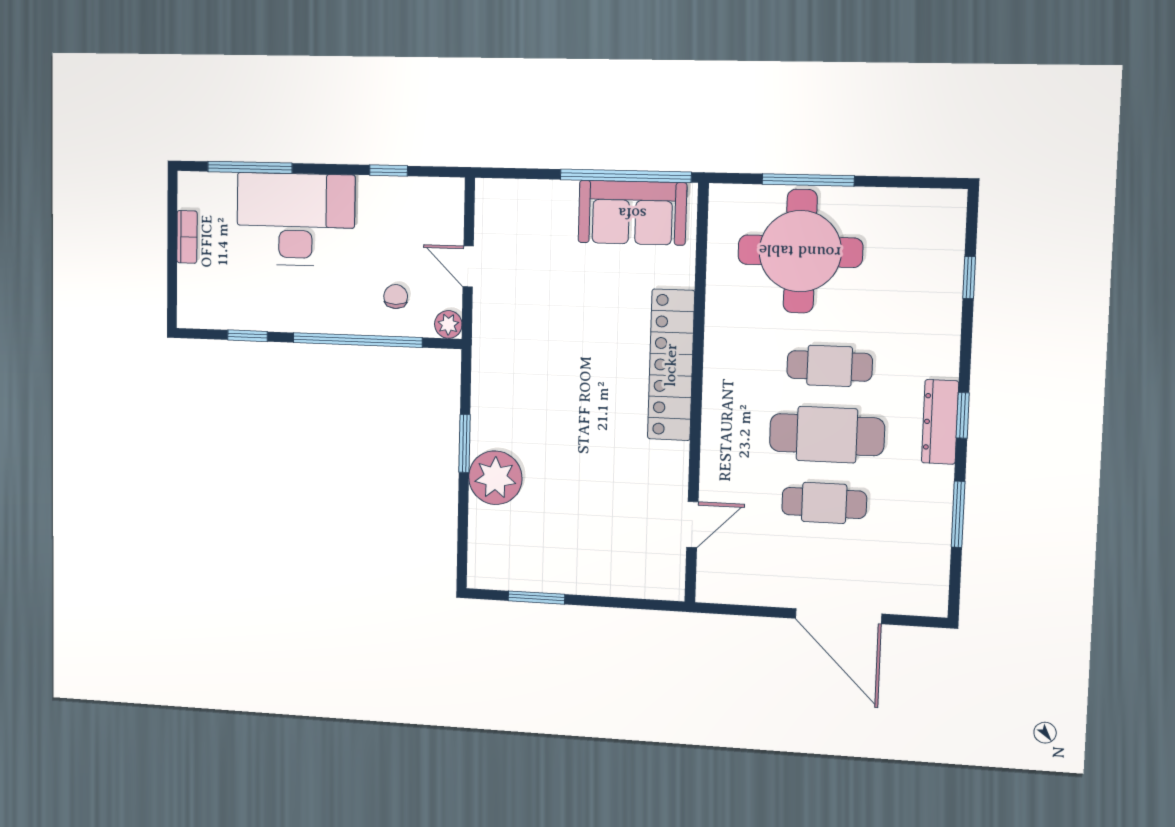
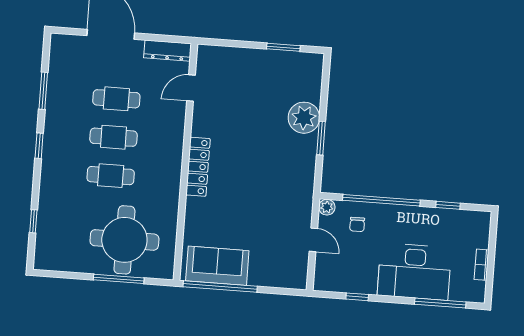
locker: (671, 365) -> (198, 167), width x0.71, depth x0.83
dresser: (940, 422) -> (168, 51), moved, turned 90
cafe table: (827, 435) -> (114, 137), width x0.73, depth x0.74

